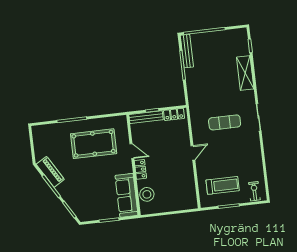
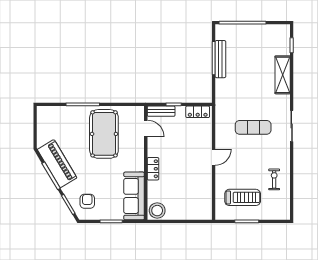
bench: (187, 51) -> (220, 59), moved
bench: (146, 117) -> (161, 111), width x0.73
pool table: (94, 144) -> (104, 134), turned 90
door: (132, 151) -> (146, 128), moved
piano: (50, 172) -> (57, 164), width x1.37, depth x1.33
exercise bike: (254, 191) -> (274, 179), moved
stool: (147, 194) -> (157, 211), moved
armchair: (86, 205) -> (87, 201), added

